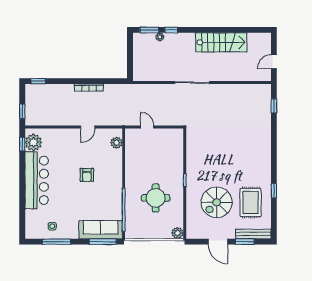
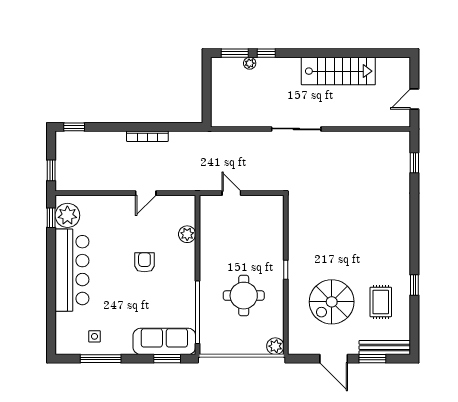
plant: (116, 143) -> (187, 234), moved
armchair: (87, 175) -> (144, 262), turned 180
rug: (251, 202) -> (381, 302), width x0.73, depth x0.70
window: (103, 242) -> (167, 359), width x0.69

